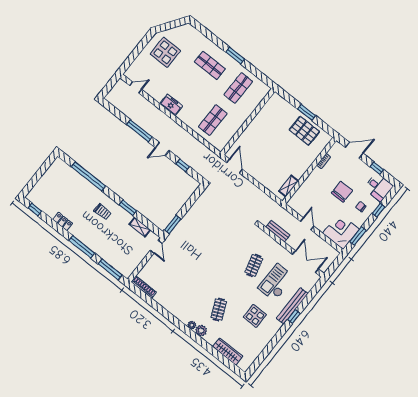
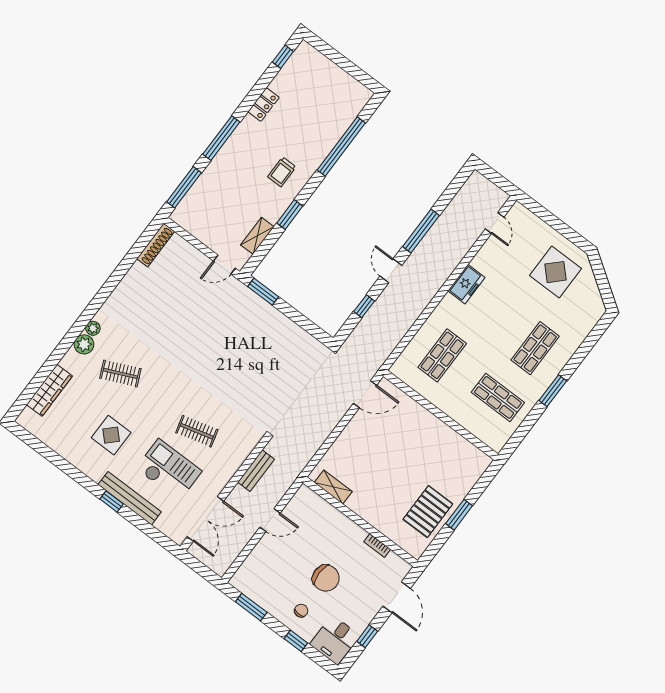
shop shelf: (213, 120) -> (442, 355), turned 90
corner desk: (341, 231) -> (259, 578), removed

